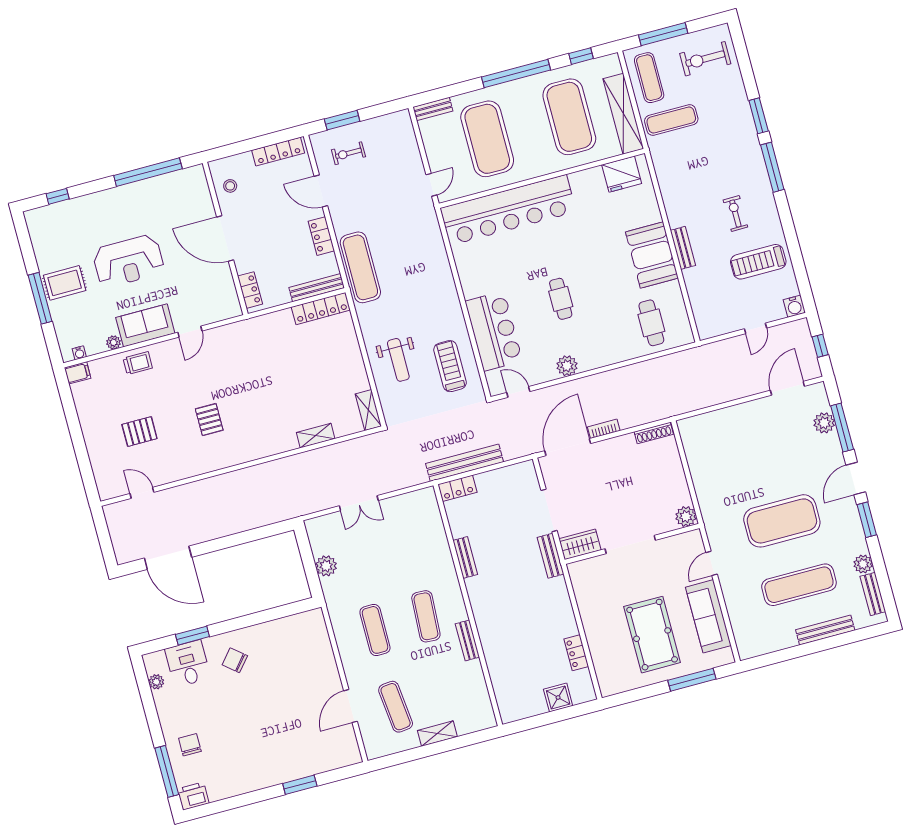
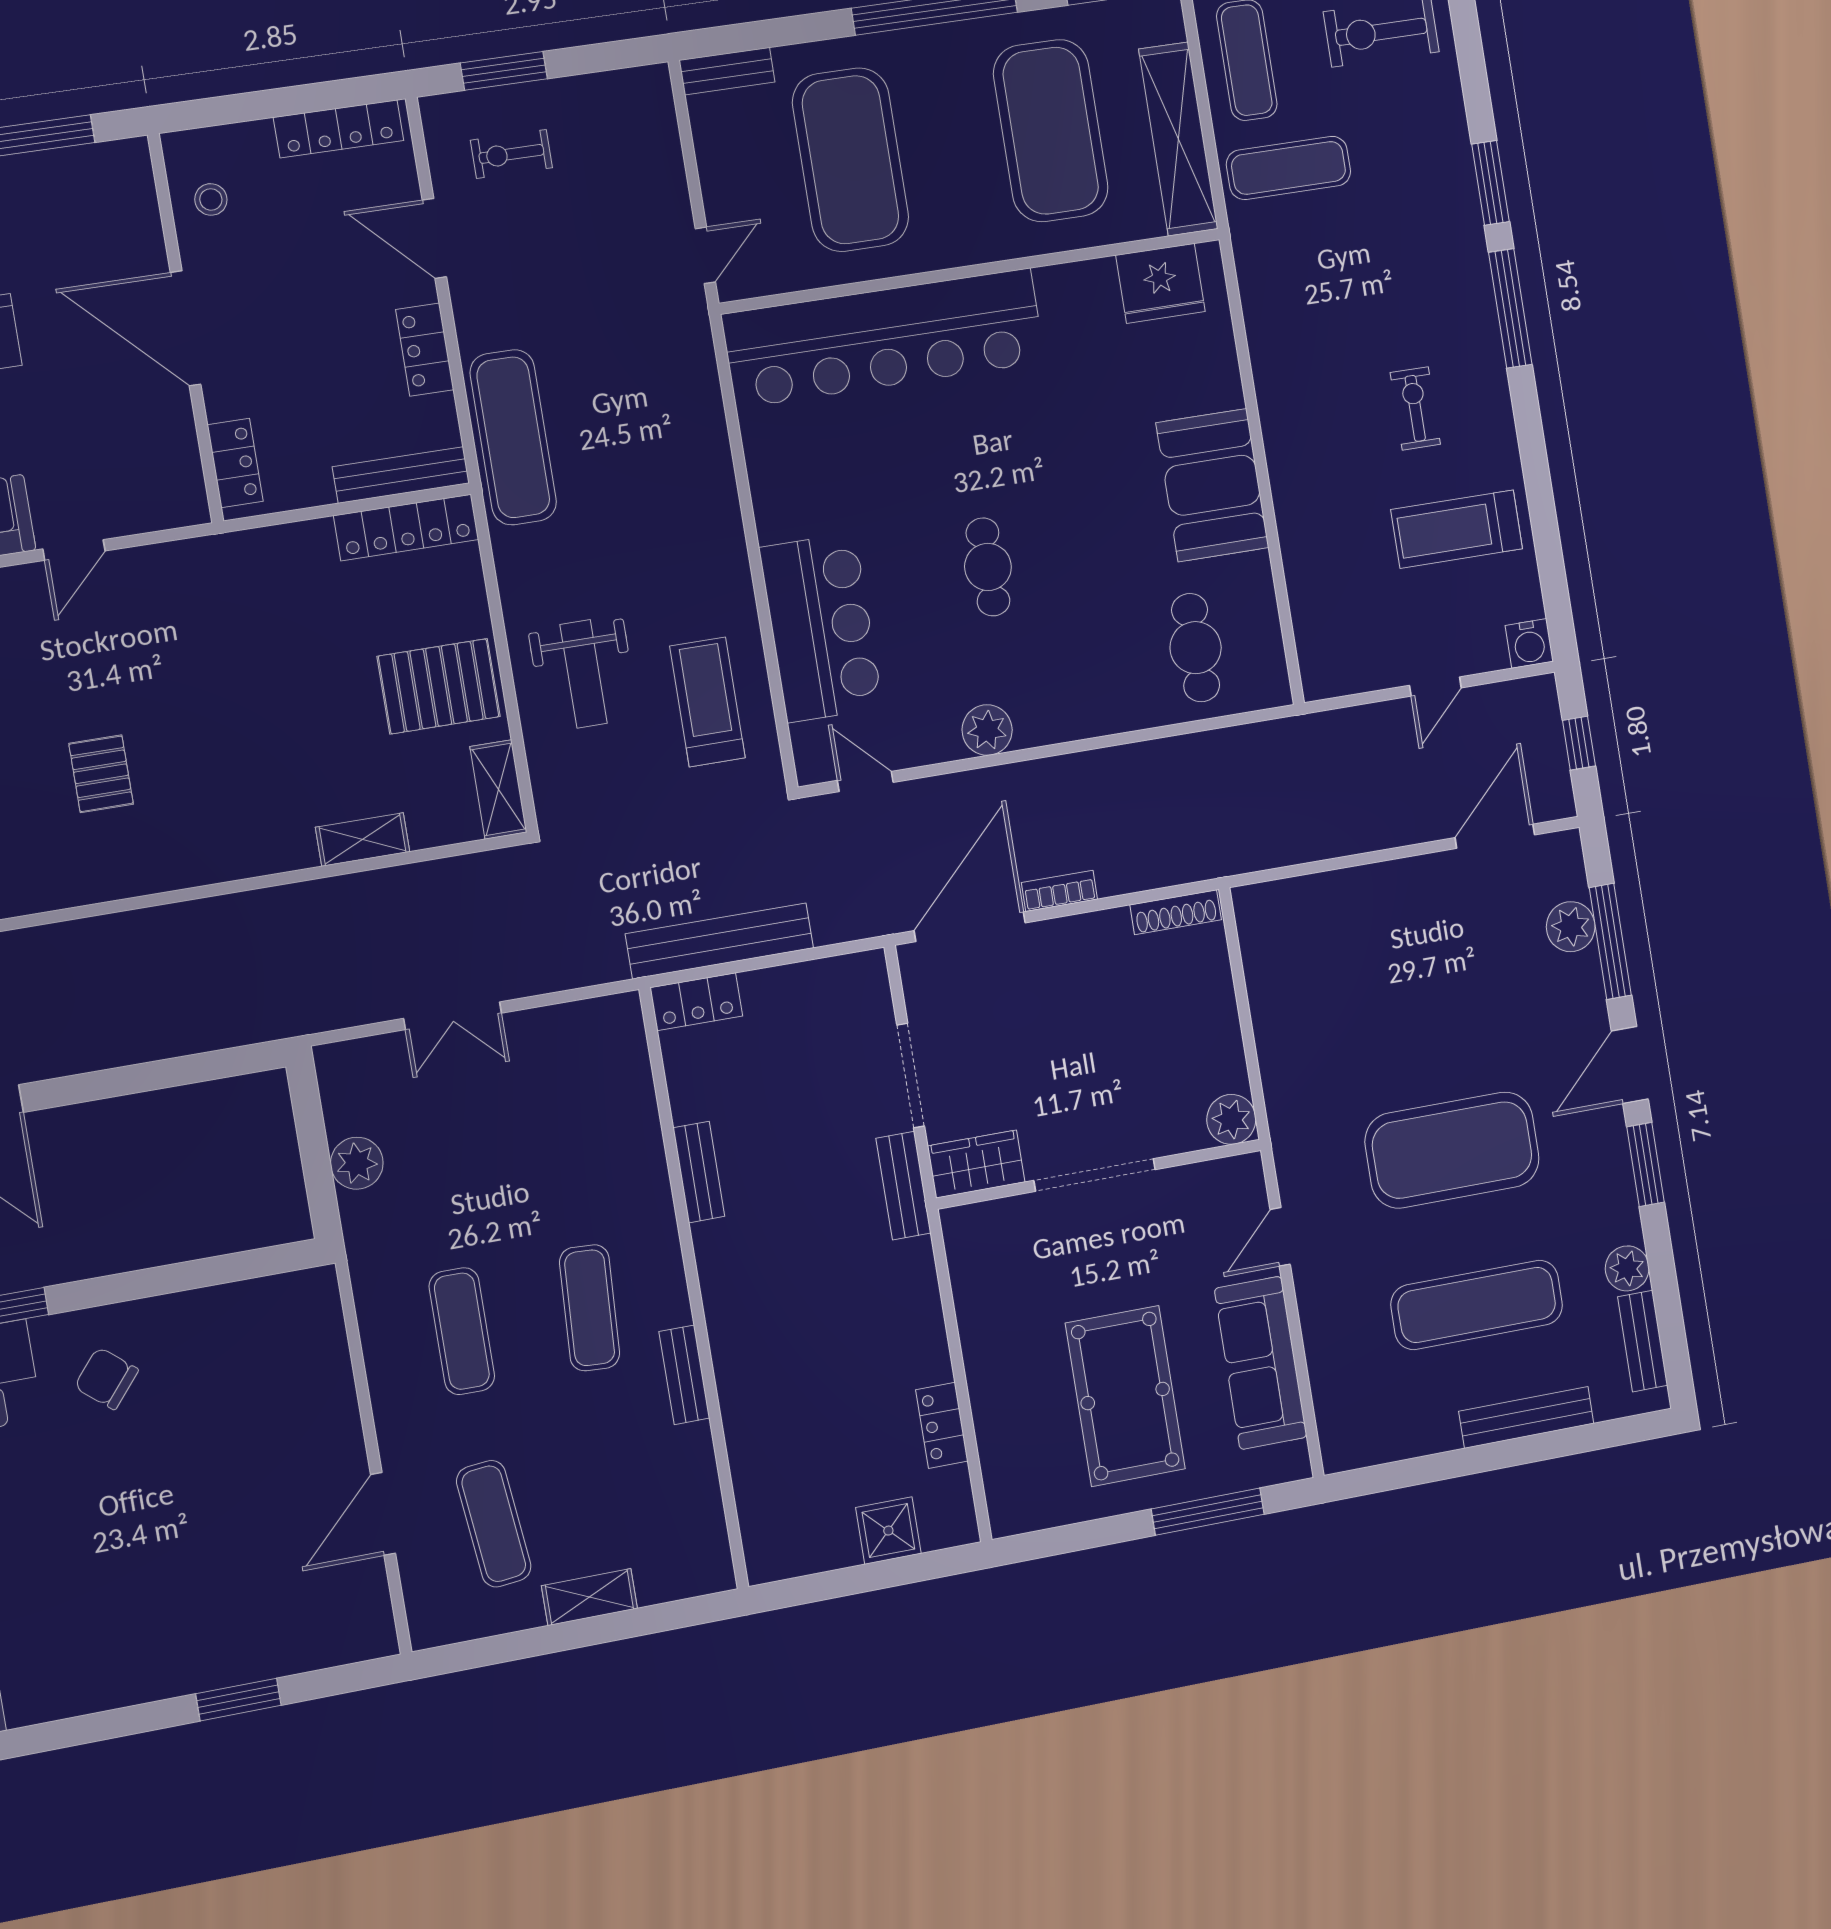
bench: (683, 248) -> (1286, 476), removed
pallet: (340, 371) -> (439, 686), added

